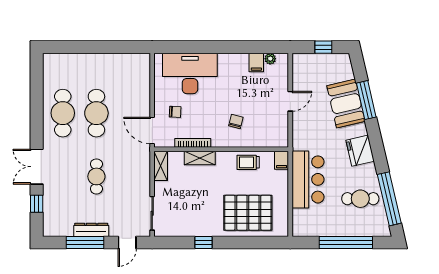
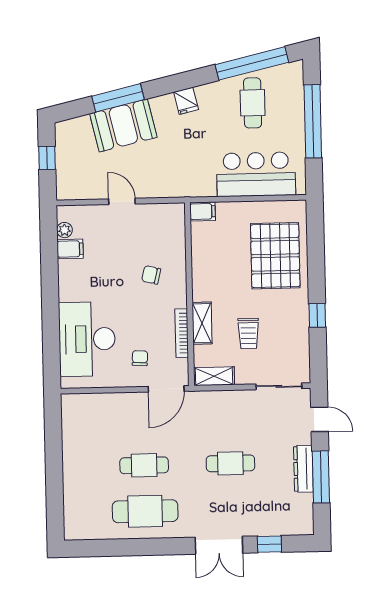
cafe table: (96, 113) -> (144, 465), width x0.73, depth x0.74
fridge: (360, 151) -> (186, 101), width x0.53, depth x0.75
trolley: (248, 162) -> (248, 333), moved
bar counter: (308, 179) -> (256, 174), moved

